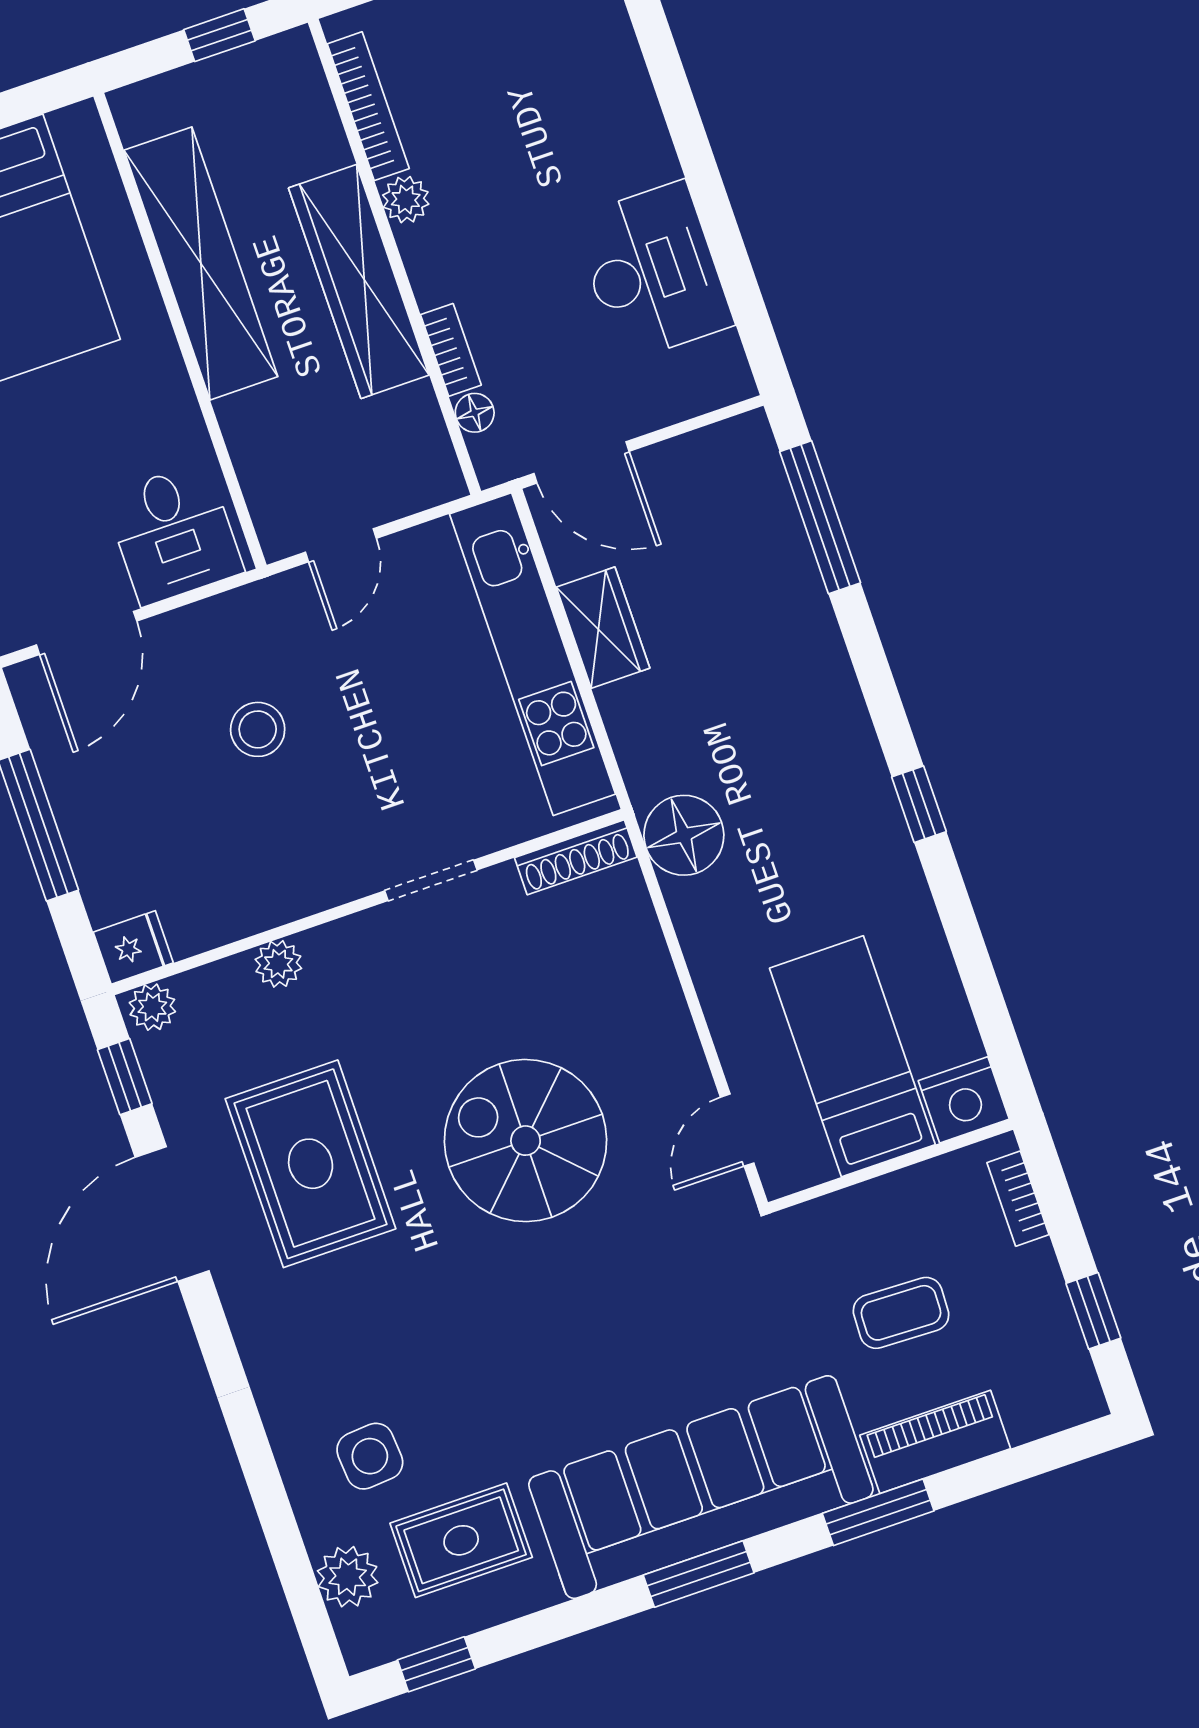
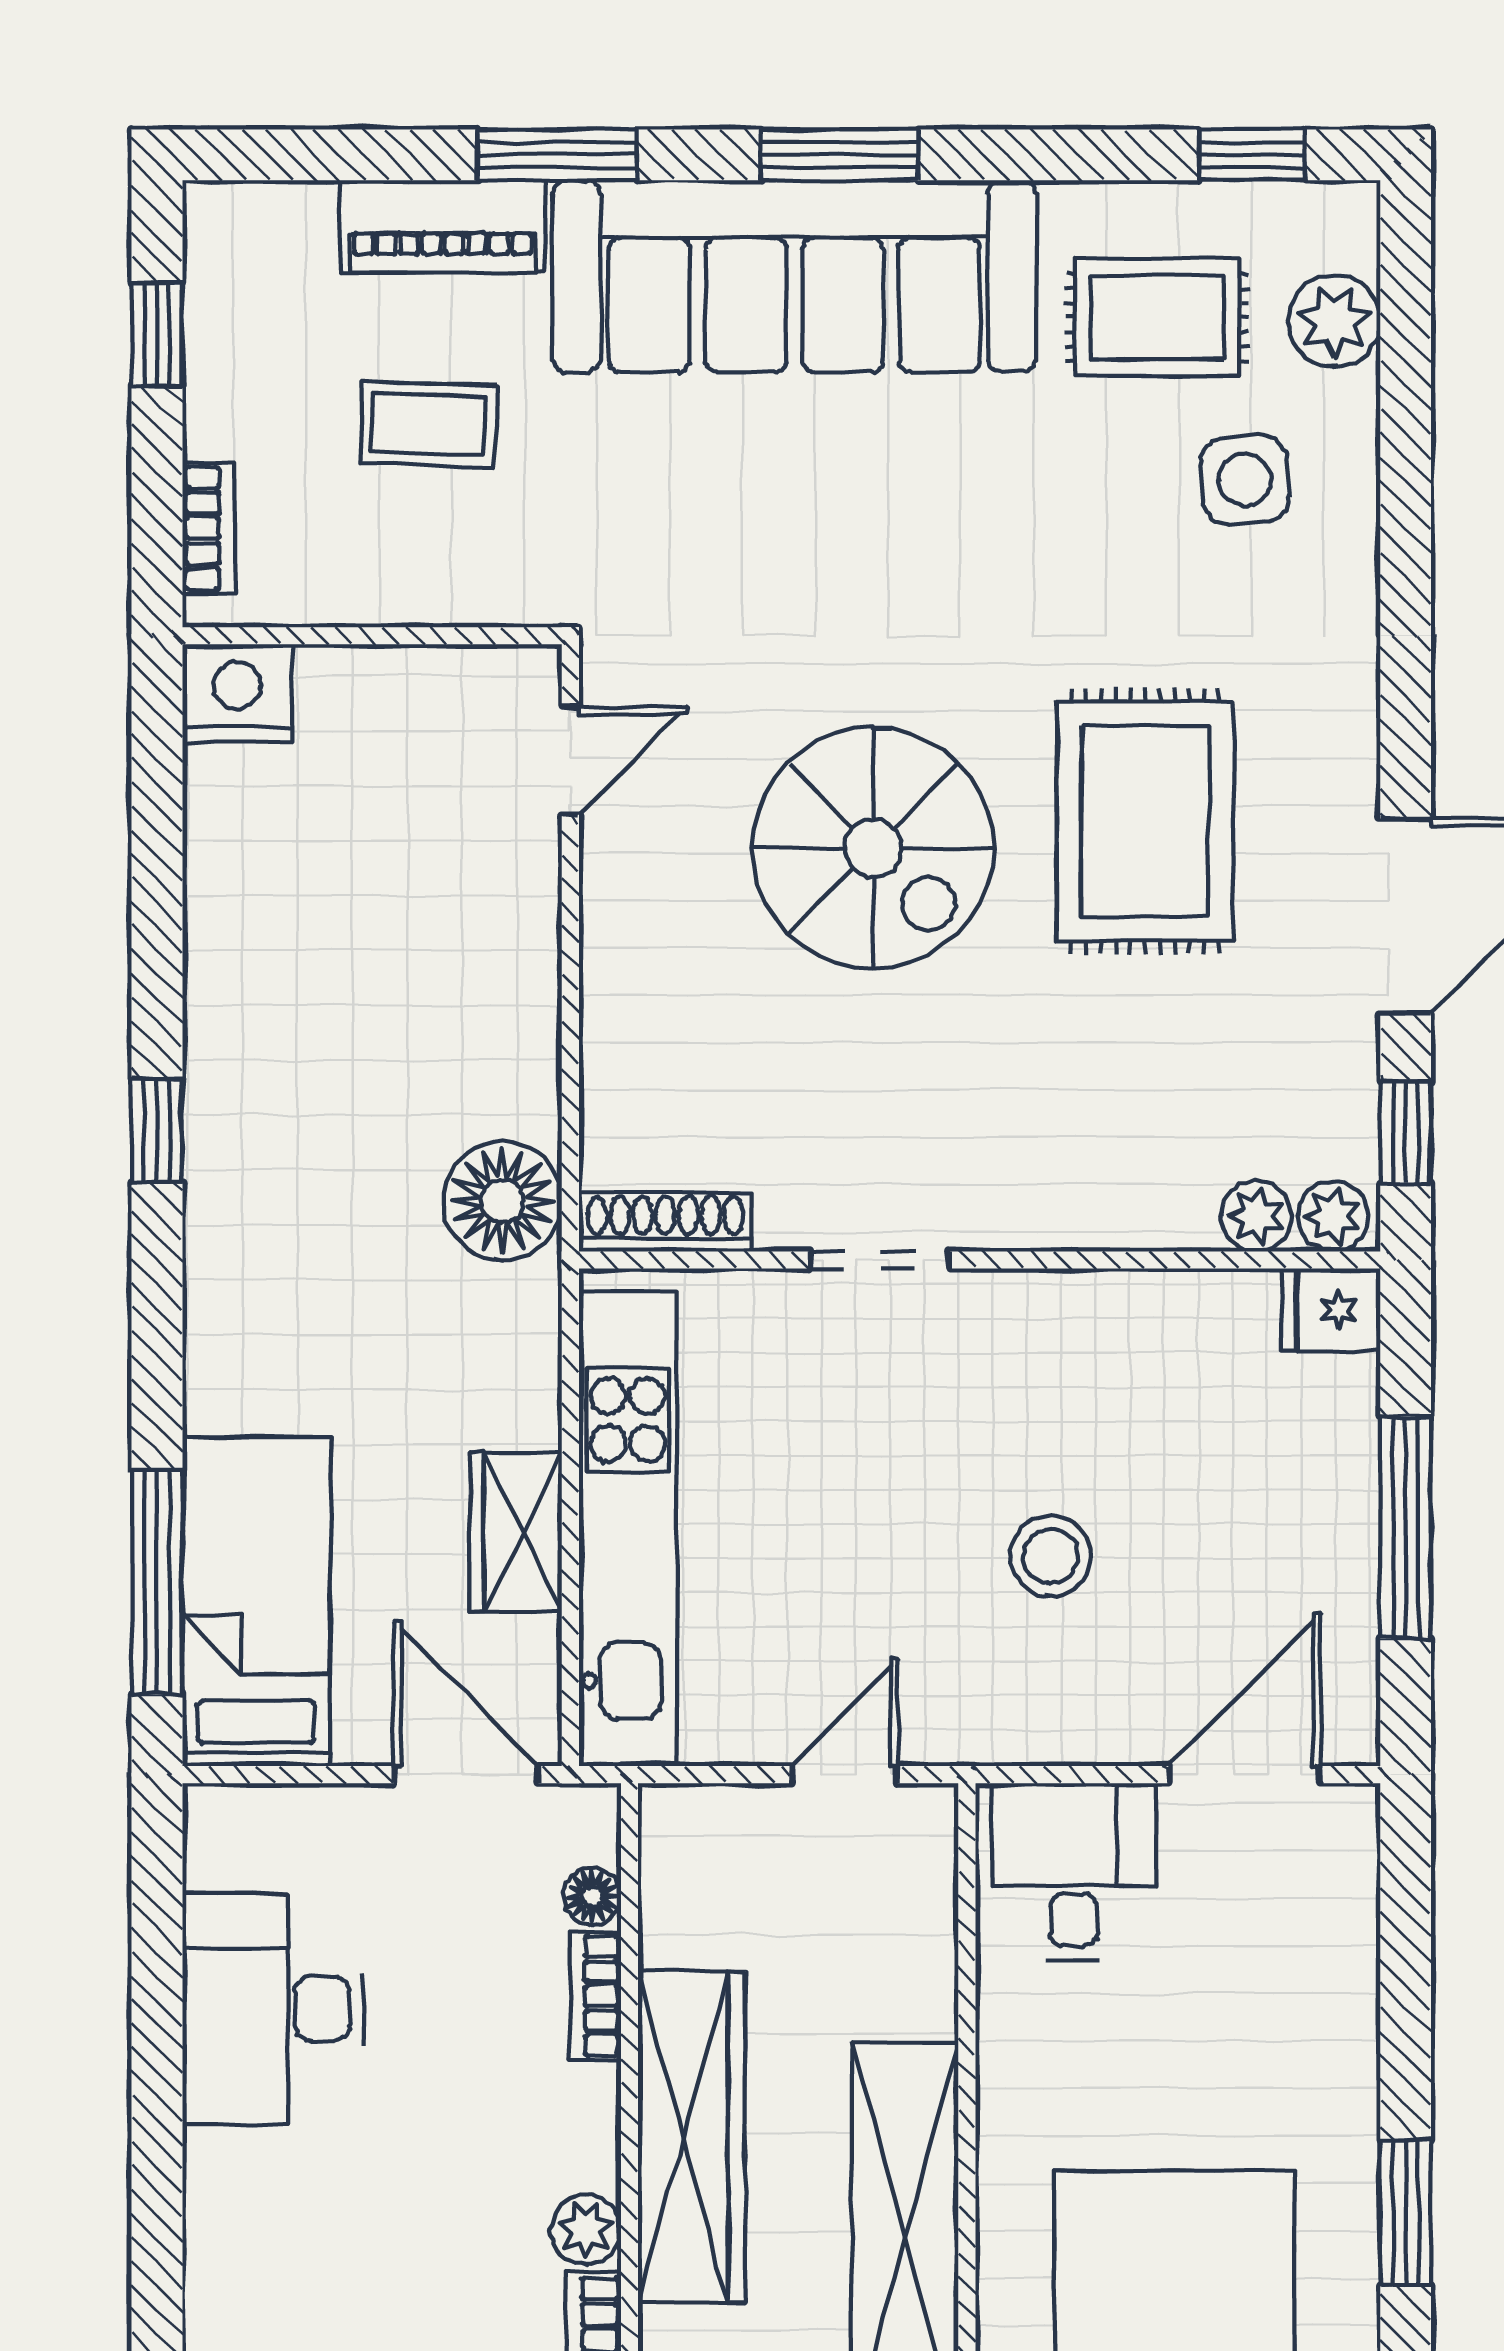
plant: (278, 964) -> (1256, 1216), moved
bed: (852, 1056) -> (256, 1602), moved, turned 180
rug: (311, 1164) -> (1145, 821), moved

